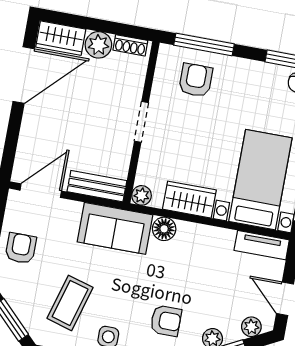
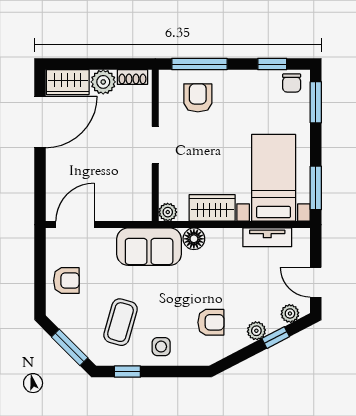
bench: (97, 186) -> (125, 211), removed
tv unit: (262, 245) -> (267, 237), moved
armchair: (21, 248) -> (66, 281), turned 90

